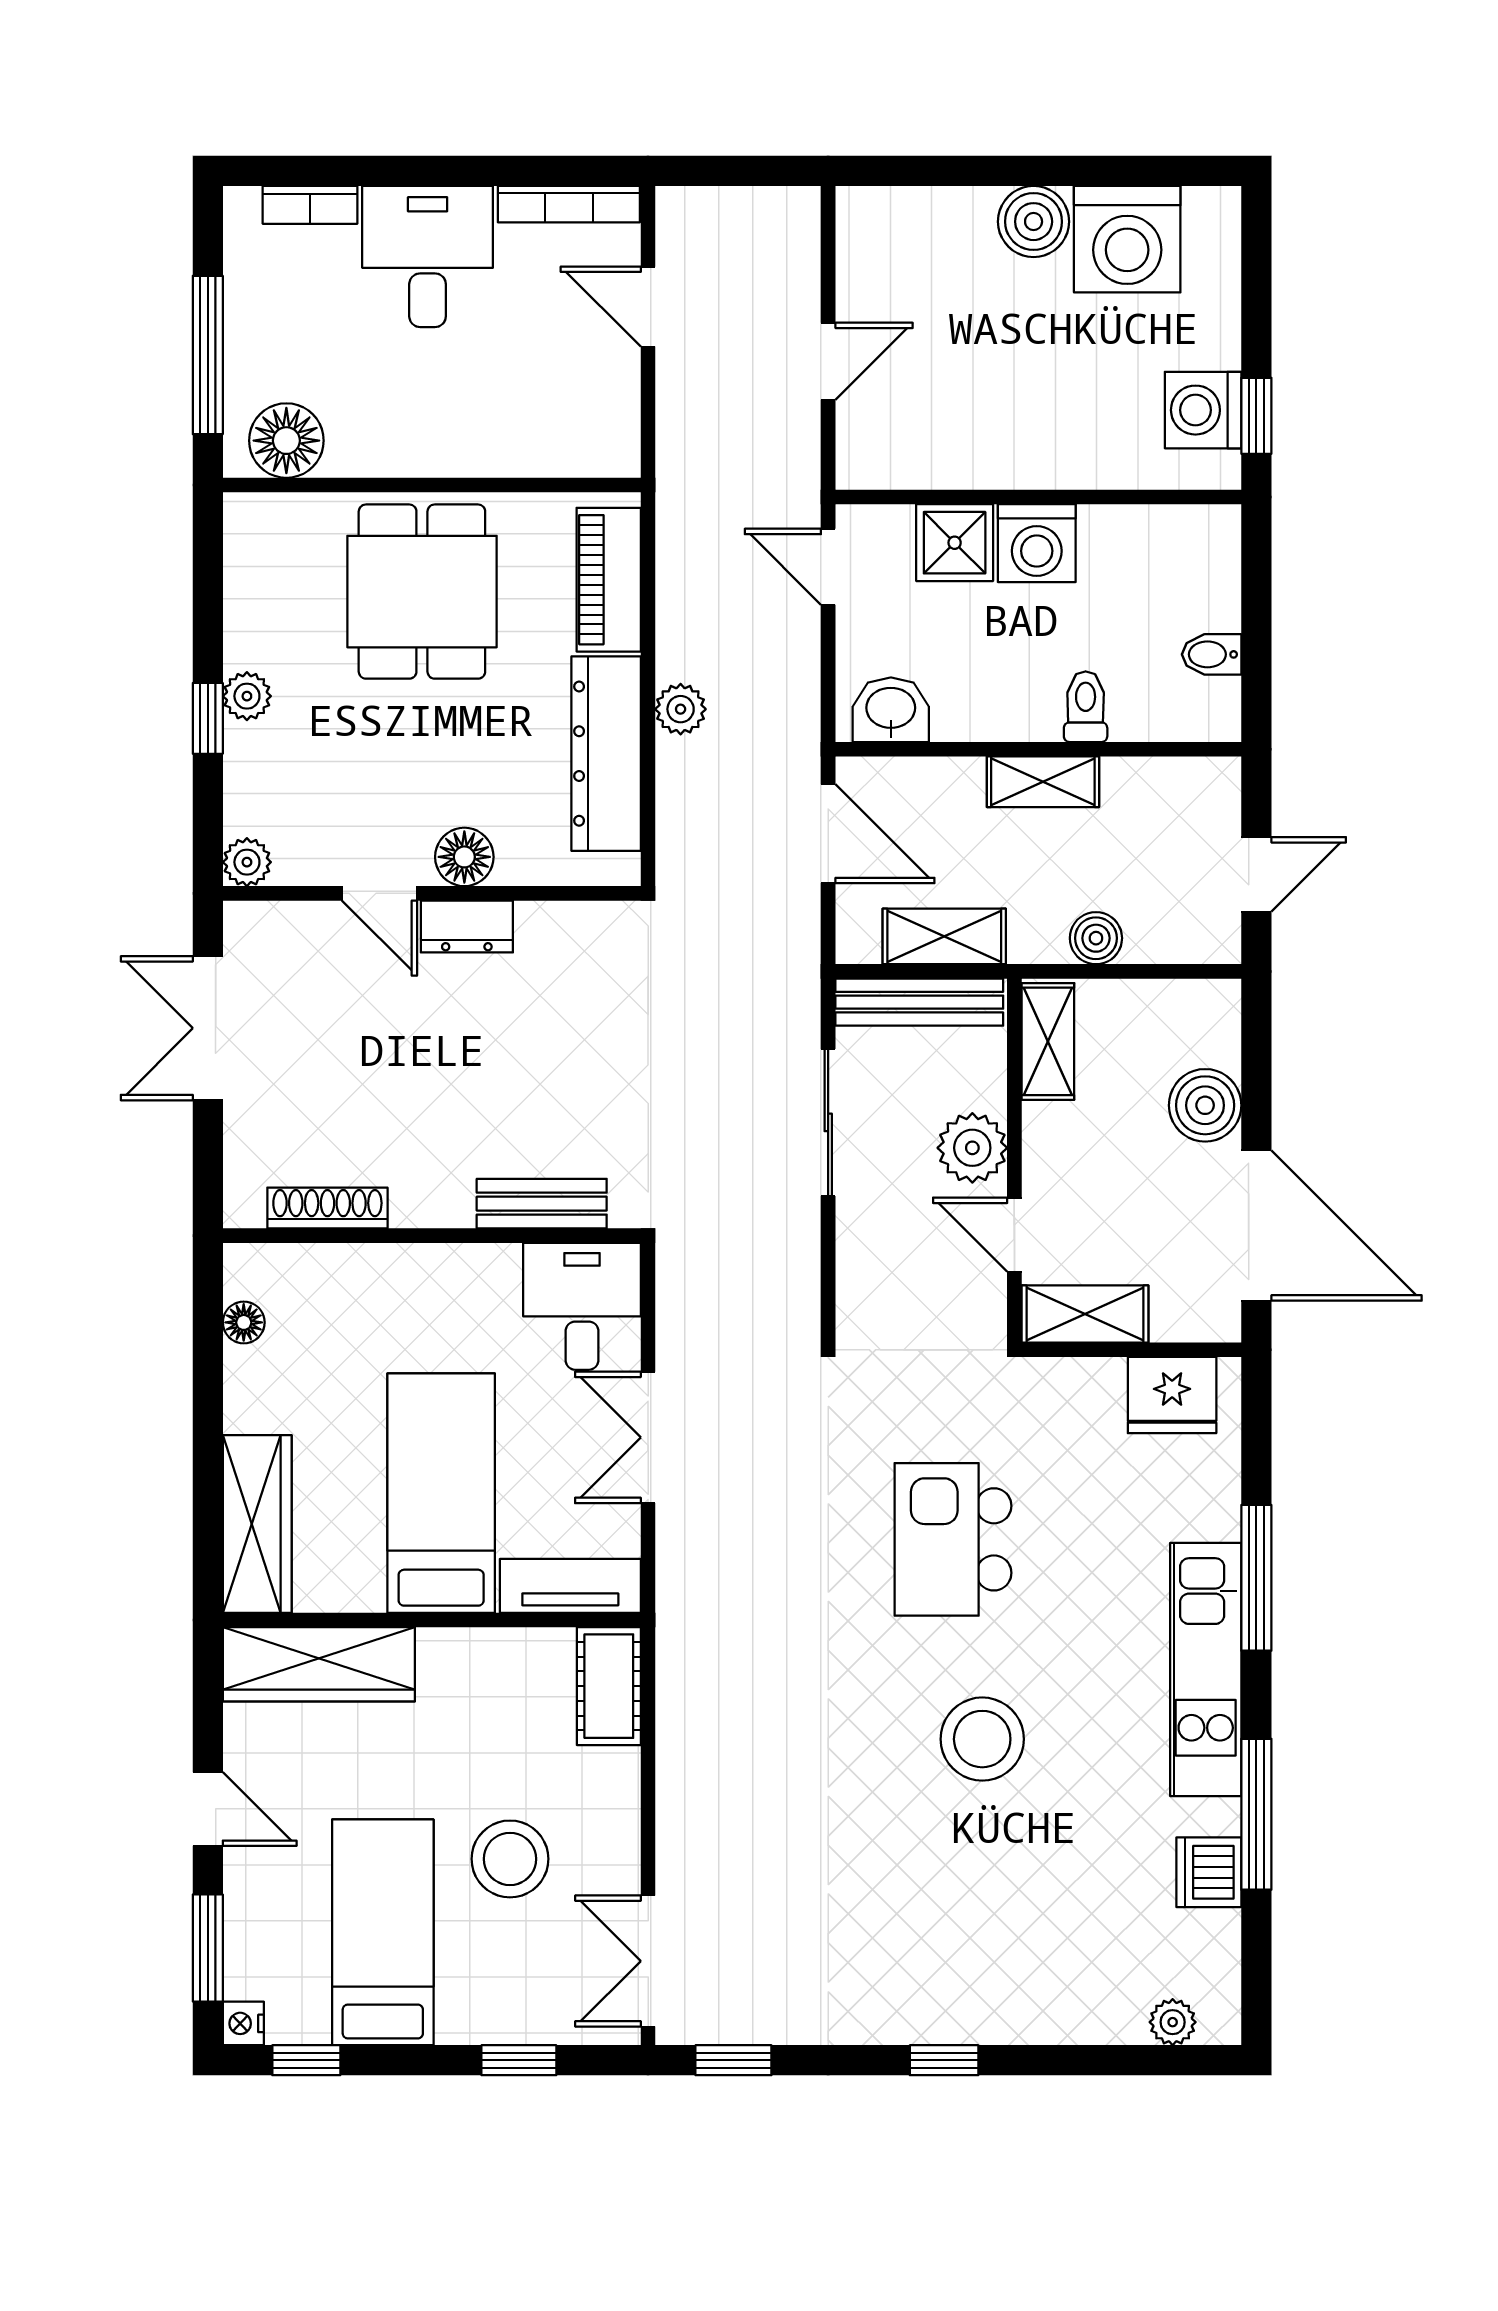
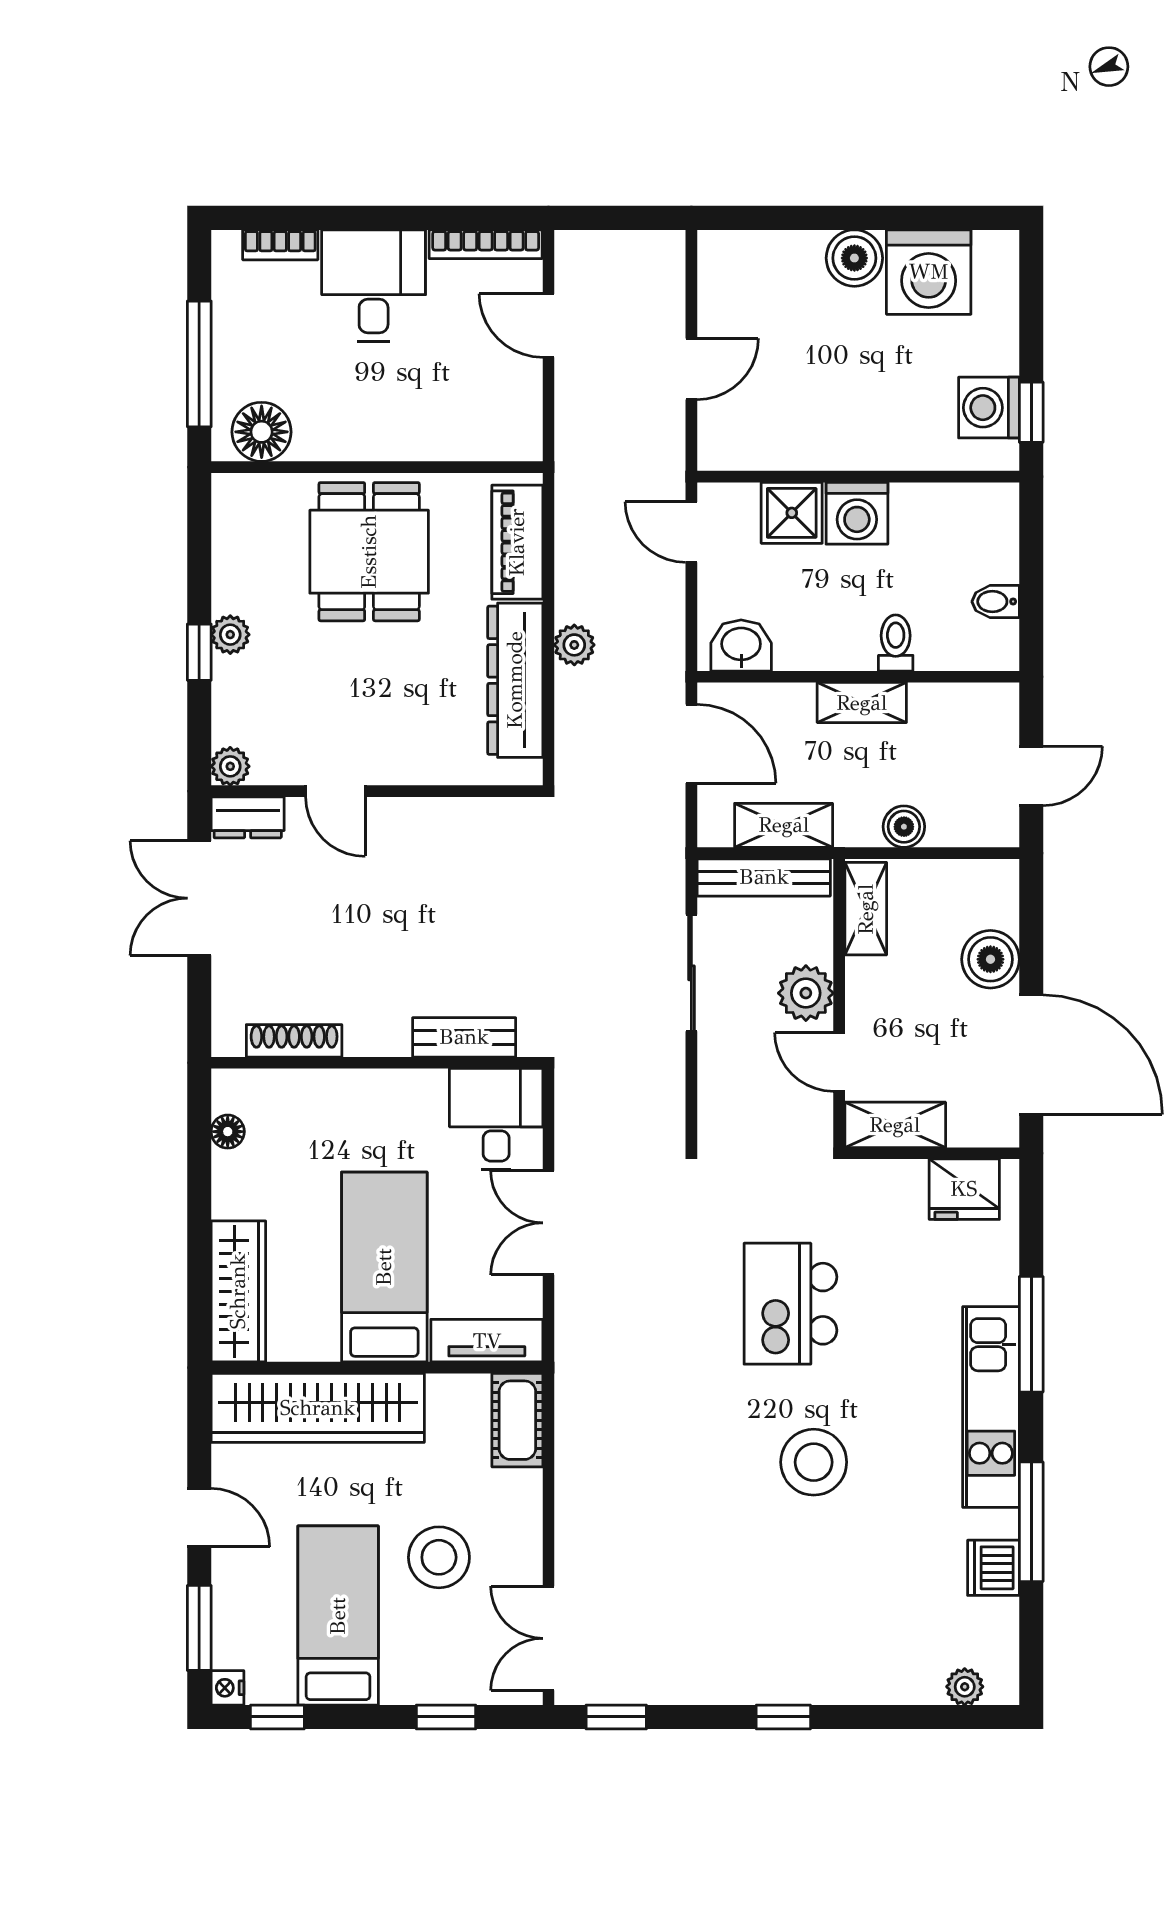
floor lamp: (464, 857) -> (403, 762), removed
dresser: (467, 926) -> (248, 817), moved
wardrobe: (319, 1664) -> (318, 1408), width x1.40, depth x1.17

